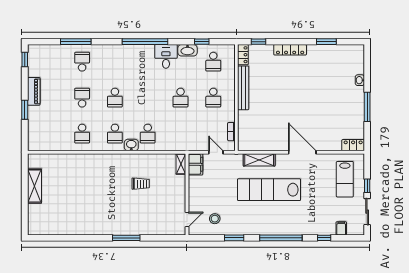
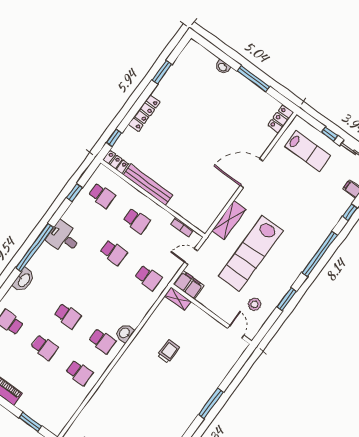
washbasin: (187, 50) -> (24, 280), moved
school desk: (82, 98) -> (45, 347), turned 180
window: (25, 110) -> (30, 422), moved
school desk: (148, 134) -> (148, 278), moved
lab bench: (269, 190) -> (251, 254), moved

